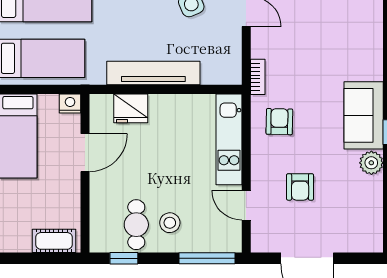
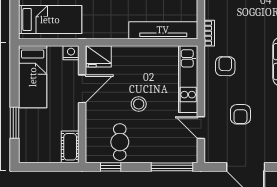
tv unit: (153, 73) -> (163, 30), moved
fridge: (131, 108) -> (99, 56), moved
stool: (170, 223) -> (139, 104), moved
cot: (54, 241) -> (70, 147), moved, turned 90

